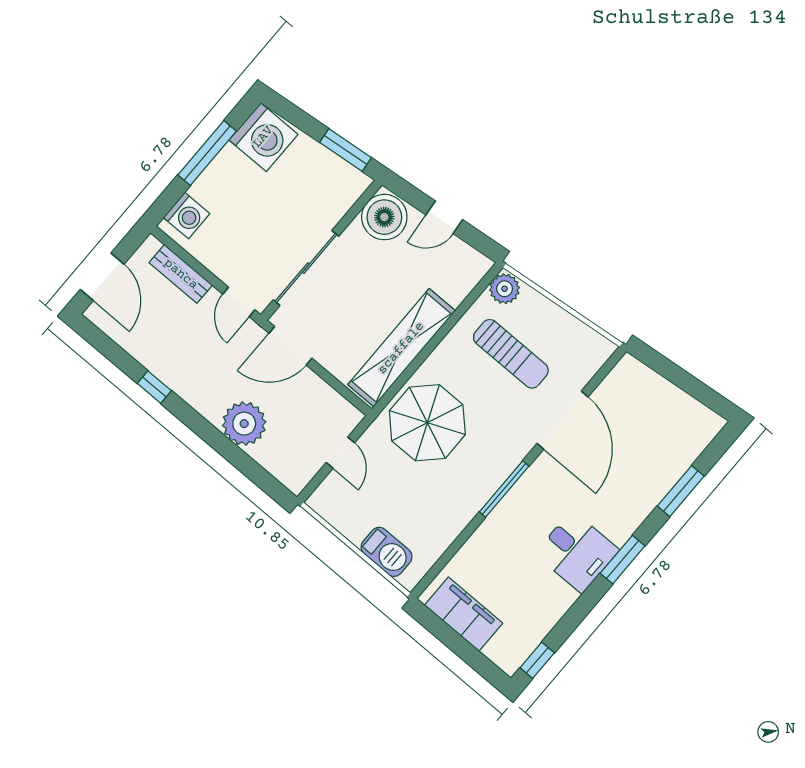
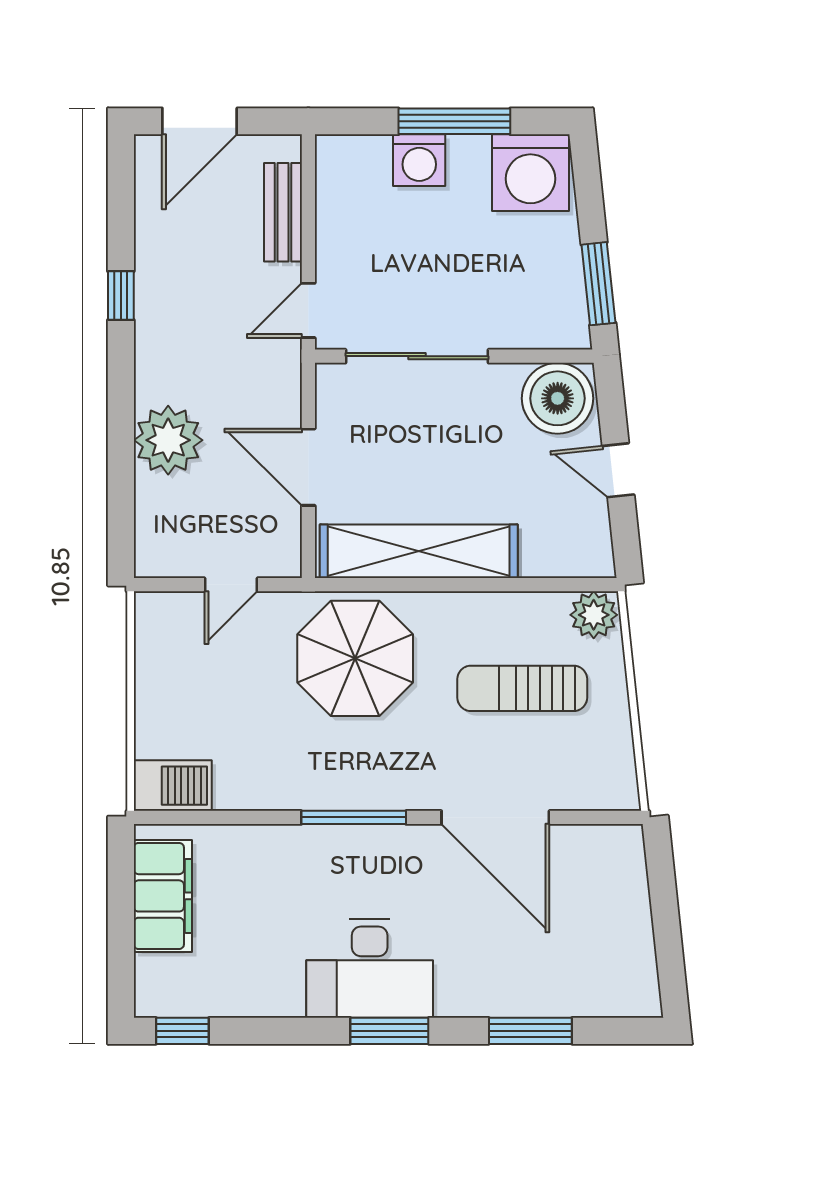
washing machine: (187, 216) -> (419, 160), moved
door: (290, 346) -> (308, 467), moved
sun lounger: (511, 354) -> (522, 688), turned 90
door: (562, 420) -> (495, 817), hinge flipped
barbecue: (387, 552) -> (173, 786), moved, turned -90
desk: (577, 552) -> (370, 968), width x1.37

